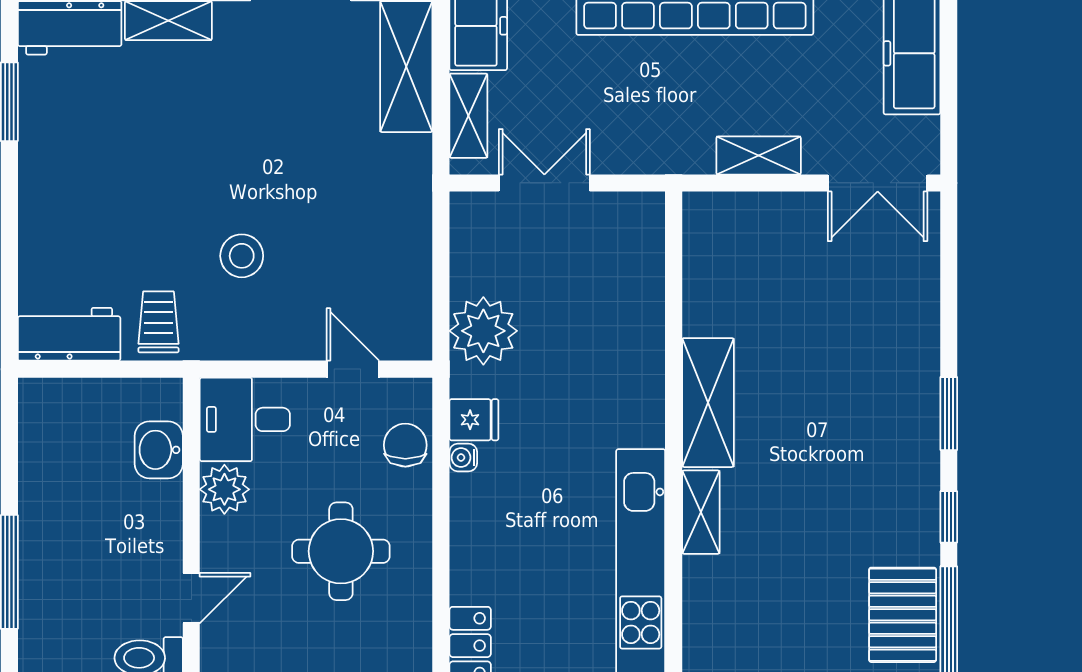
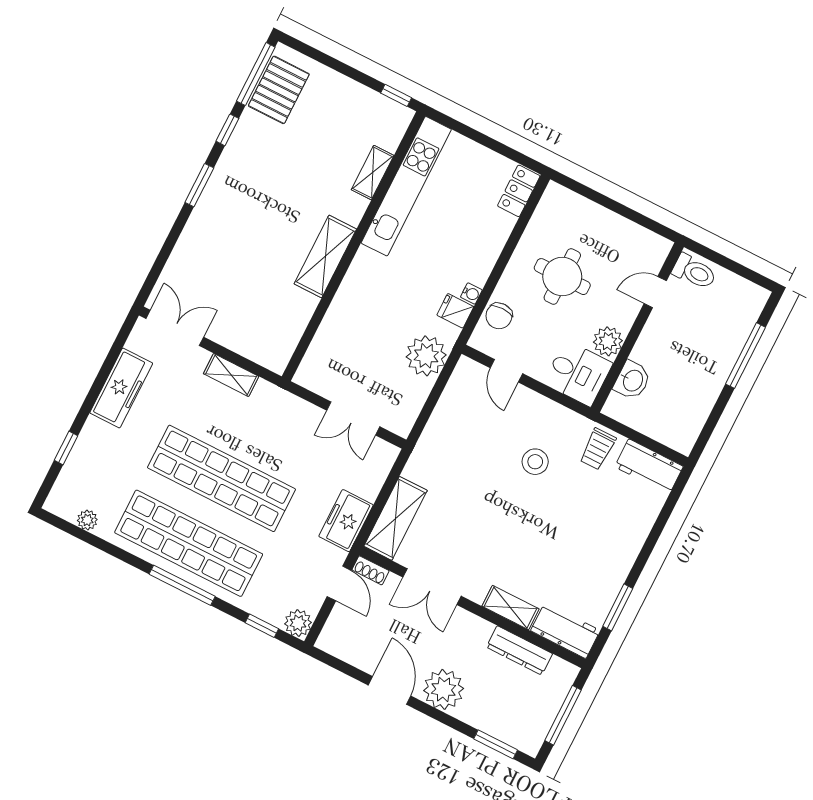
shelving: (468, 116) -> (376, 475), removed
shelving: (701, 512) -> (373, 173), moved

